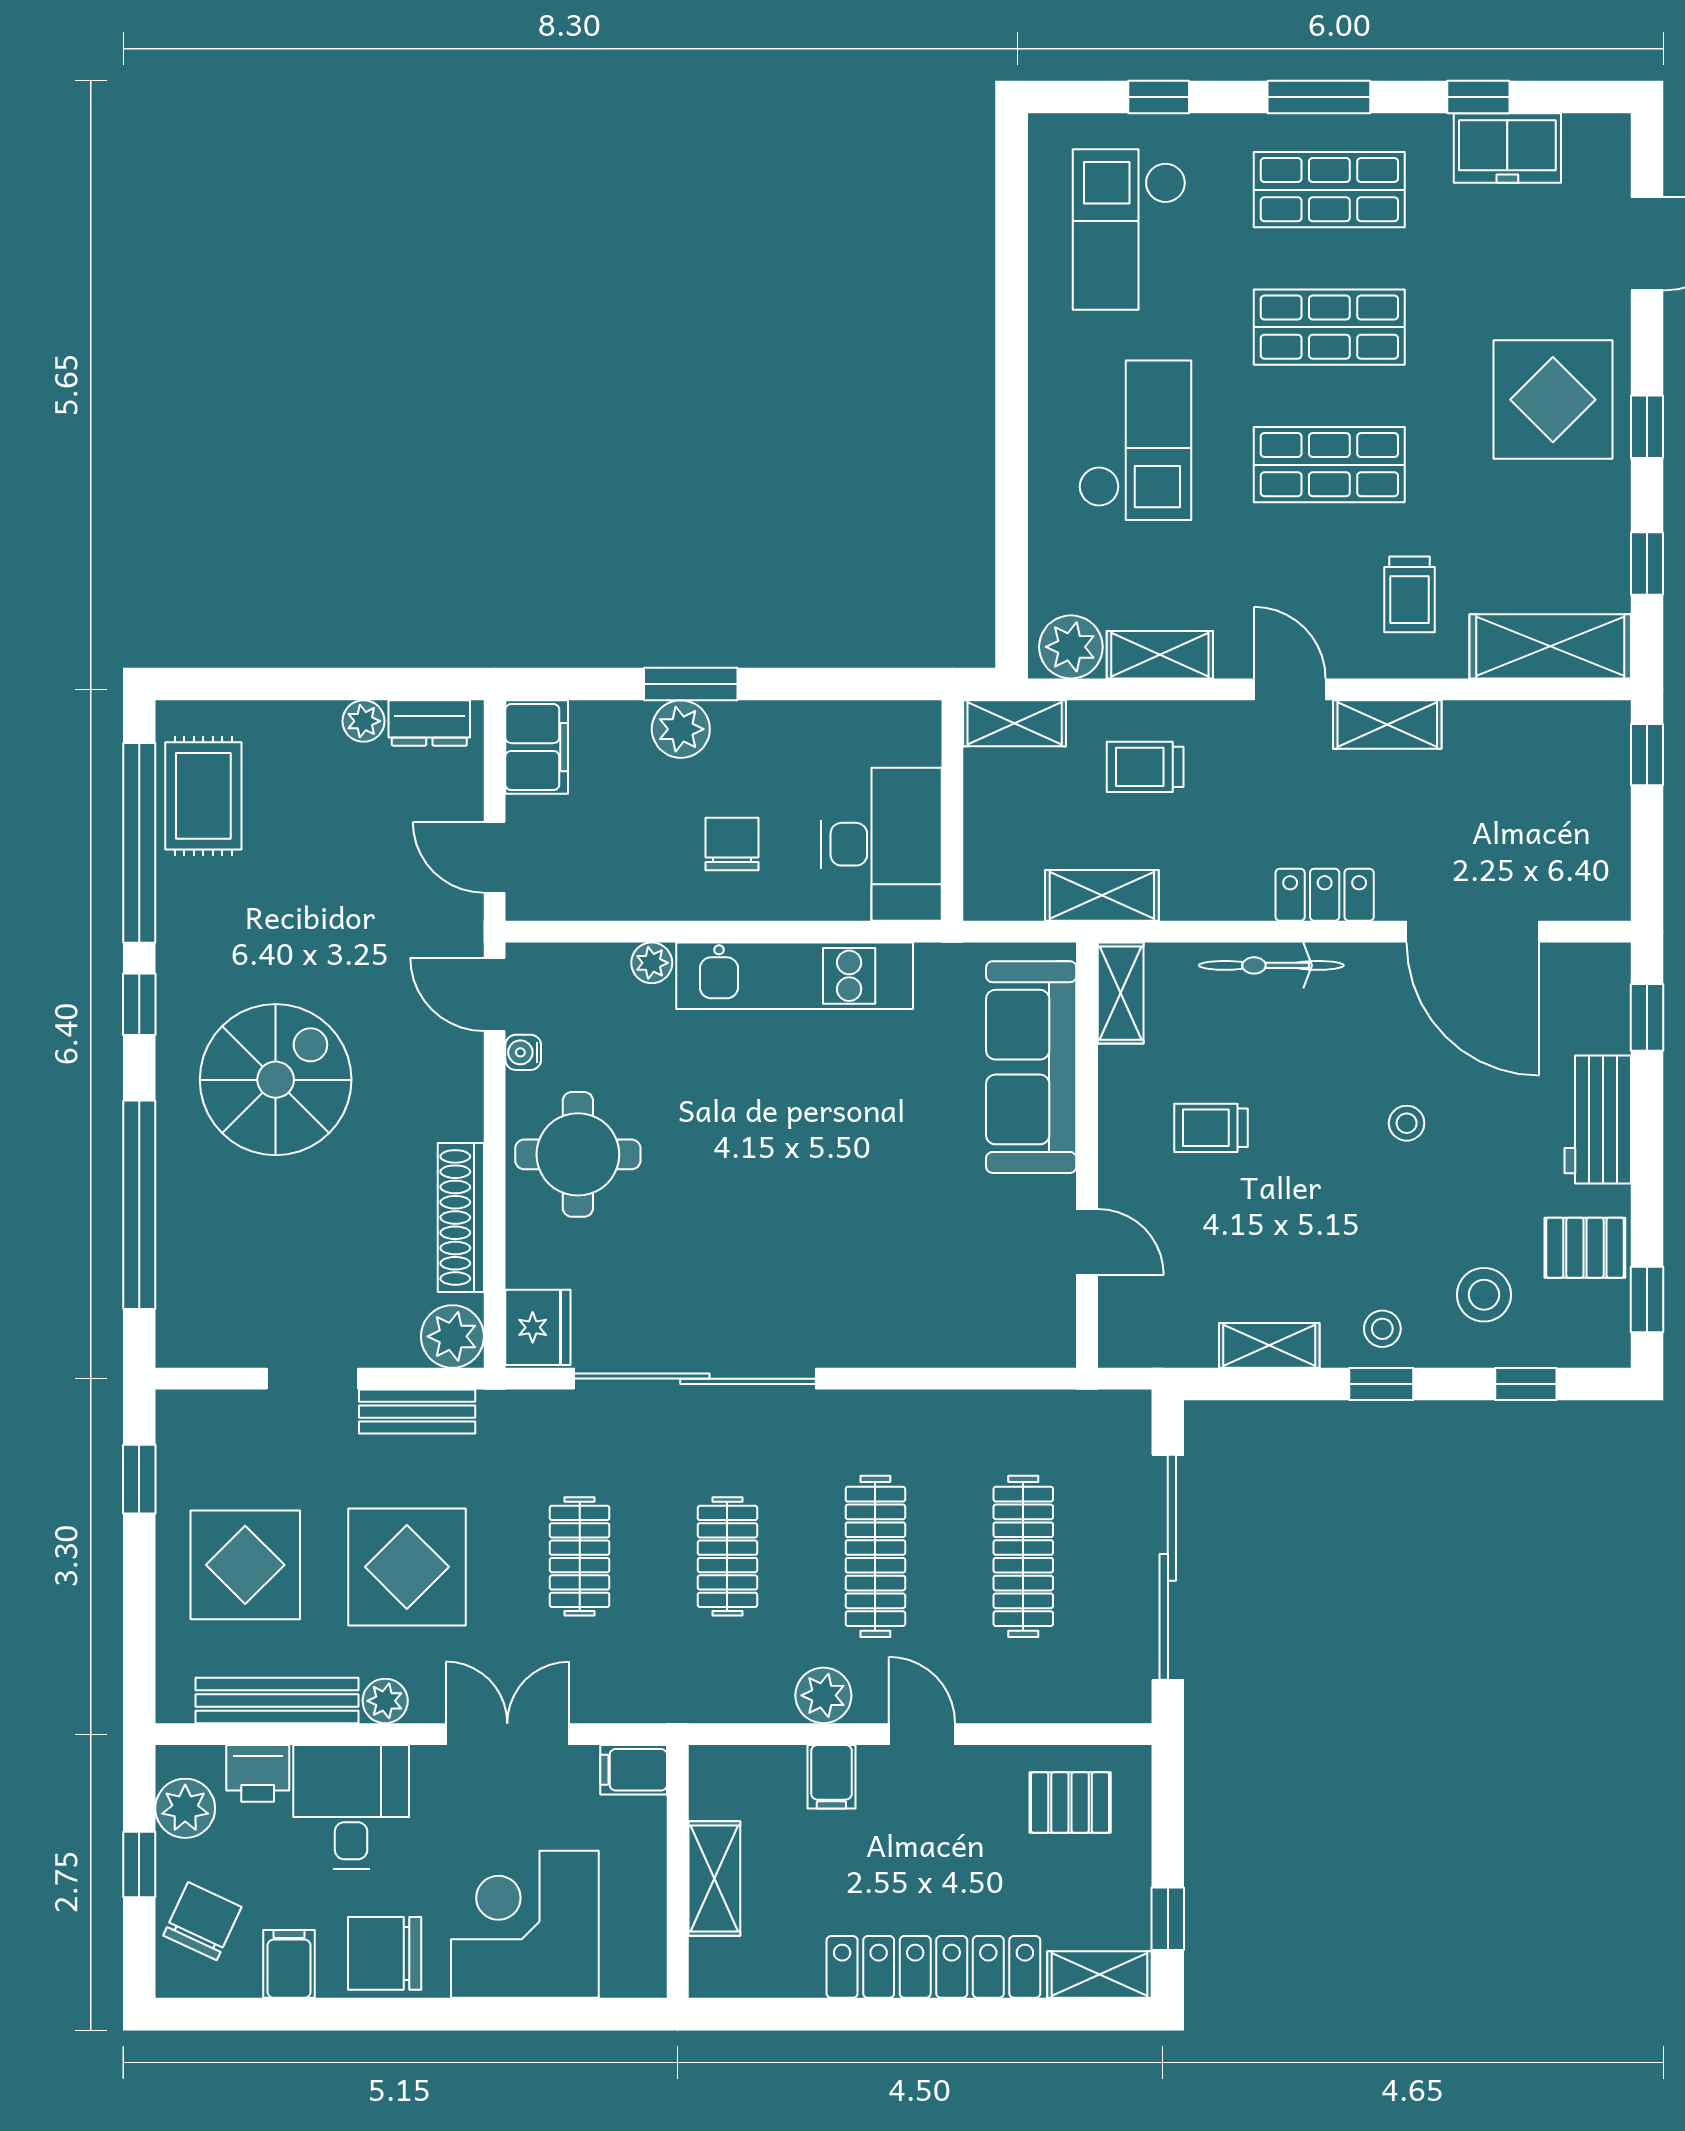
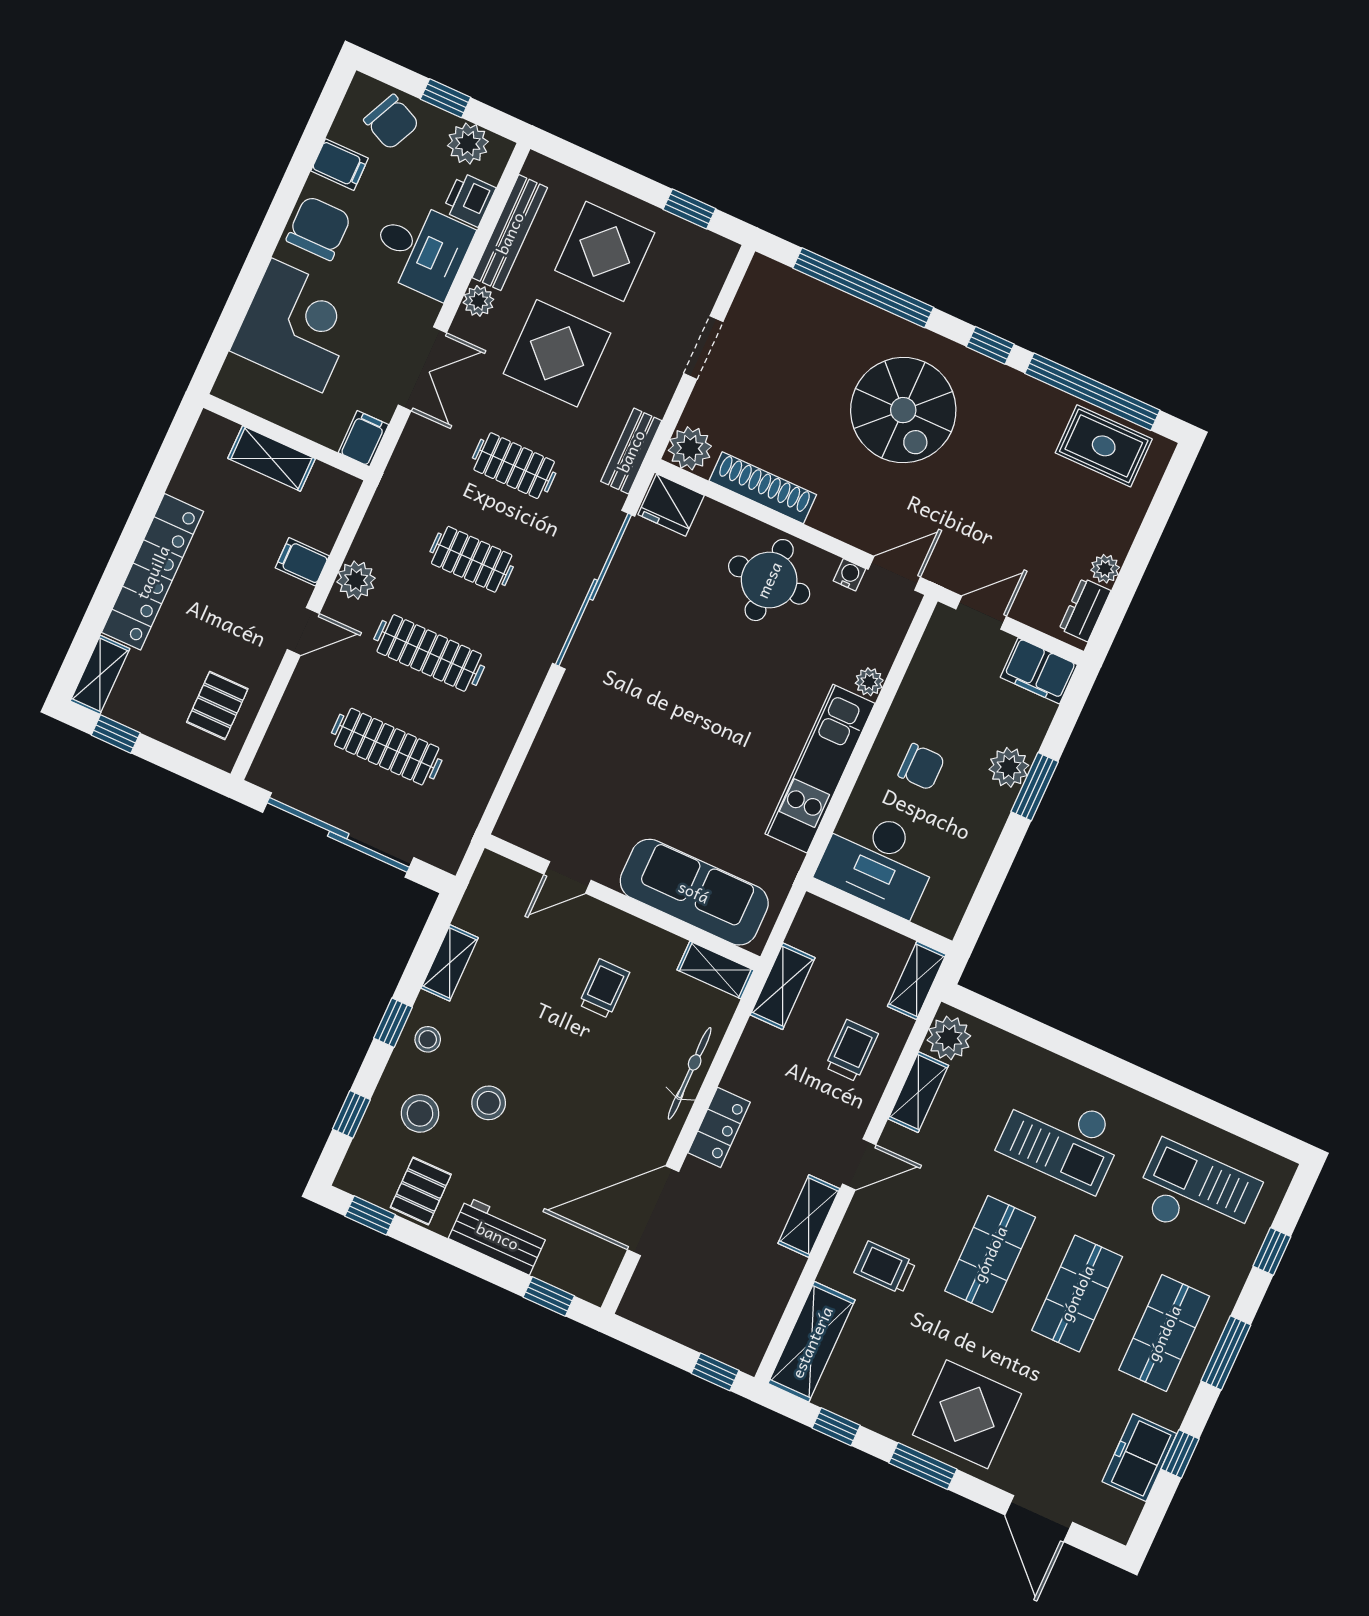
window: (1647, 427) -> (923, 1466), width x1.50
stool: (1407, 1123) -> (489, 1103), moved, width x1.37, depth x1.37
bench: (417, 1412) -> (631, 451), moved

